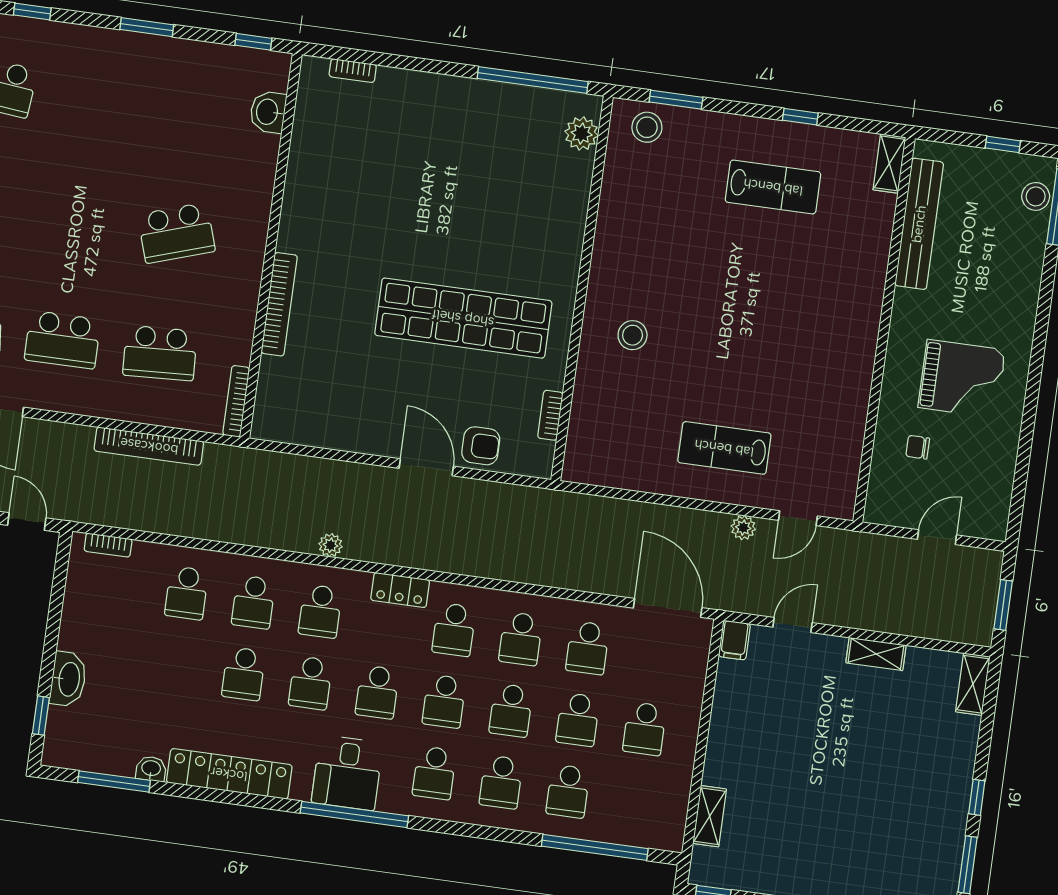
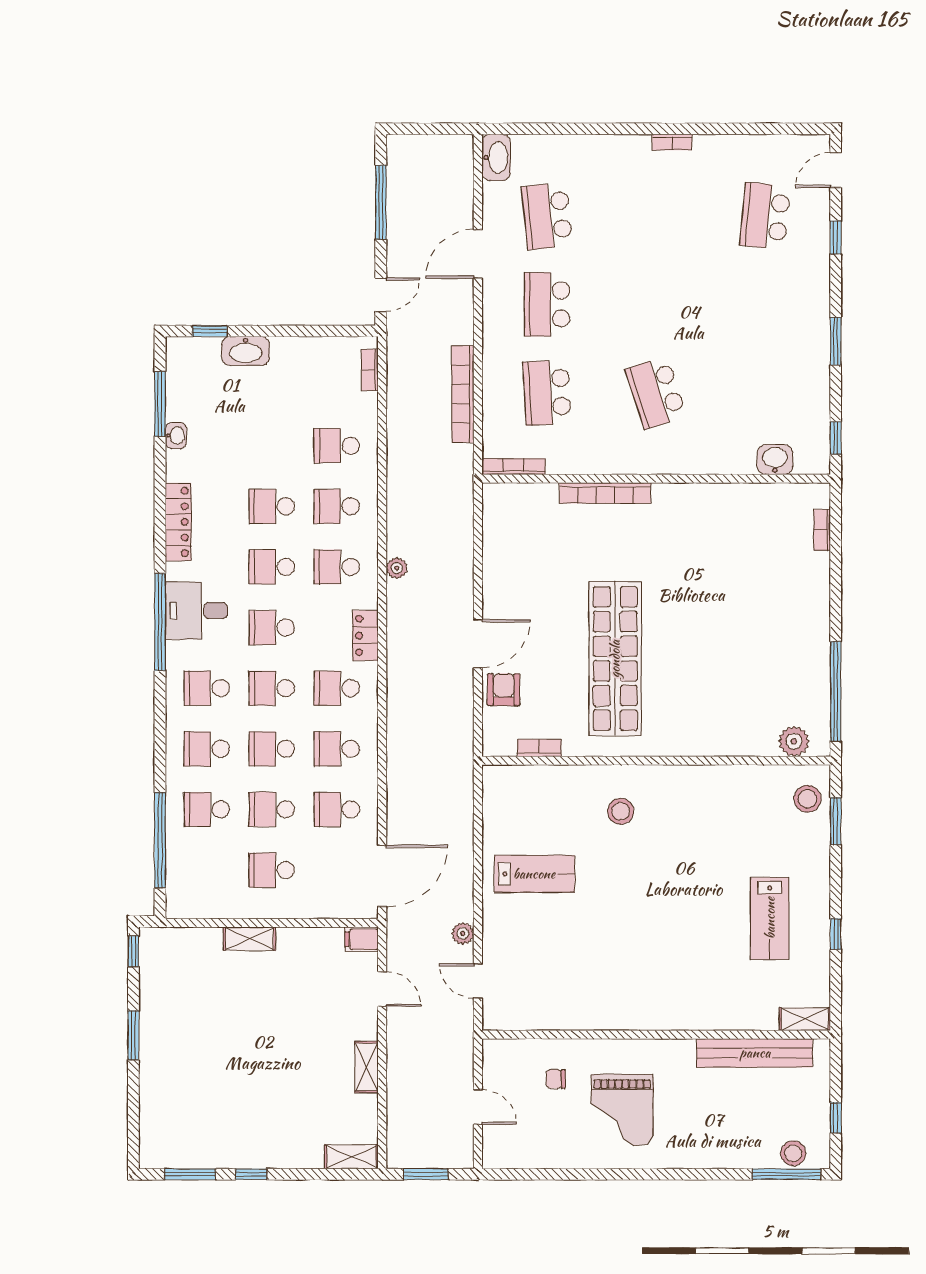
armchair: (481, 446) -> (504, 690), turned 180
chair: (918, 447) -> (556, 1079), turned -90
lab bench: (724, 448) -> (534, 874), moved, turned 90
locker: (229, 774) -> (178, 522), width x0.71, depth x0.83
shelving: (710, 816) -> (249, 939), moved

